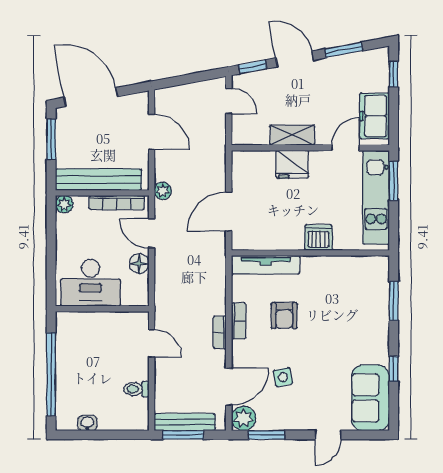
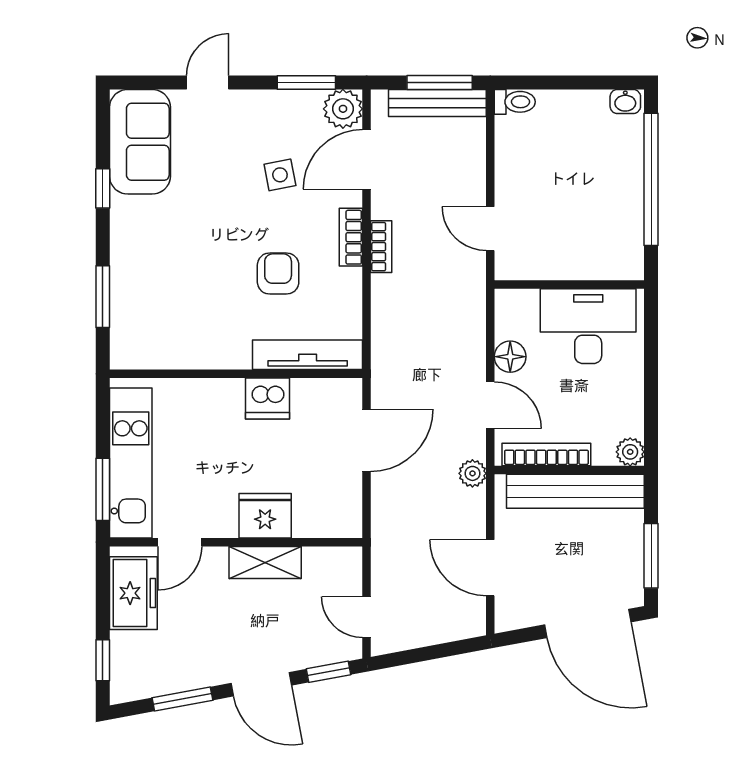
dishwasher: (318, 238) -> (268, 398), moved
bookcase: (239, 321) -> (351, 237), moved
toilet: (136, 389) -> (515, 102), moved
washbasin: (87, 423) -> (625, 101), moved

